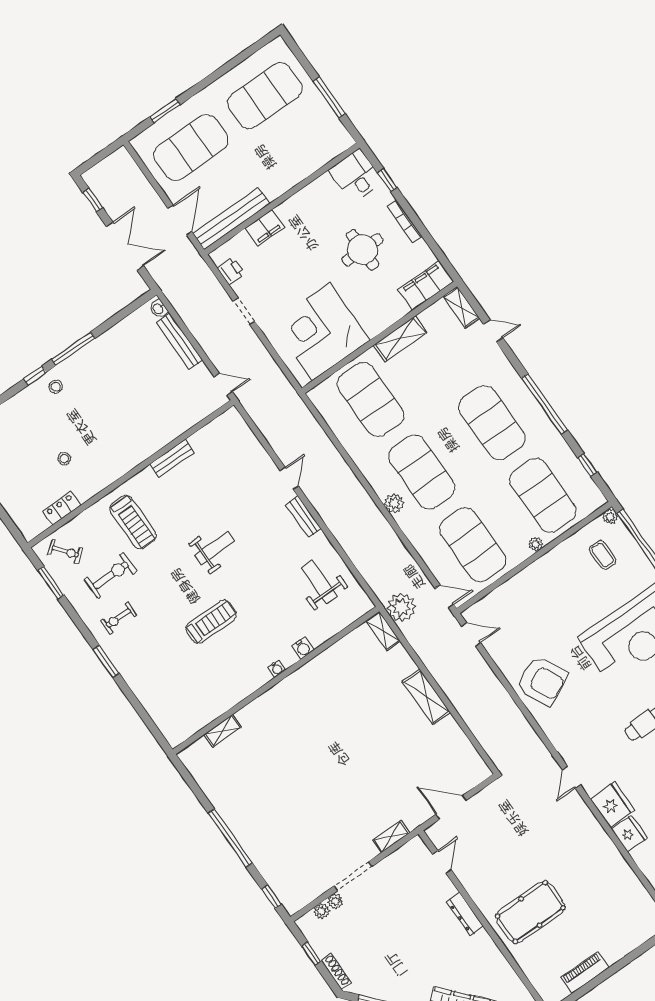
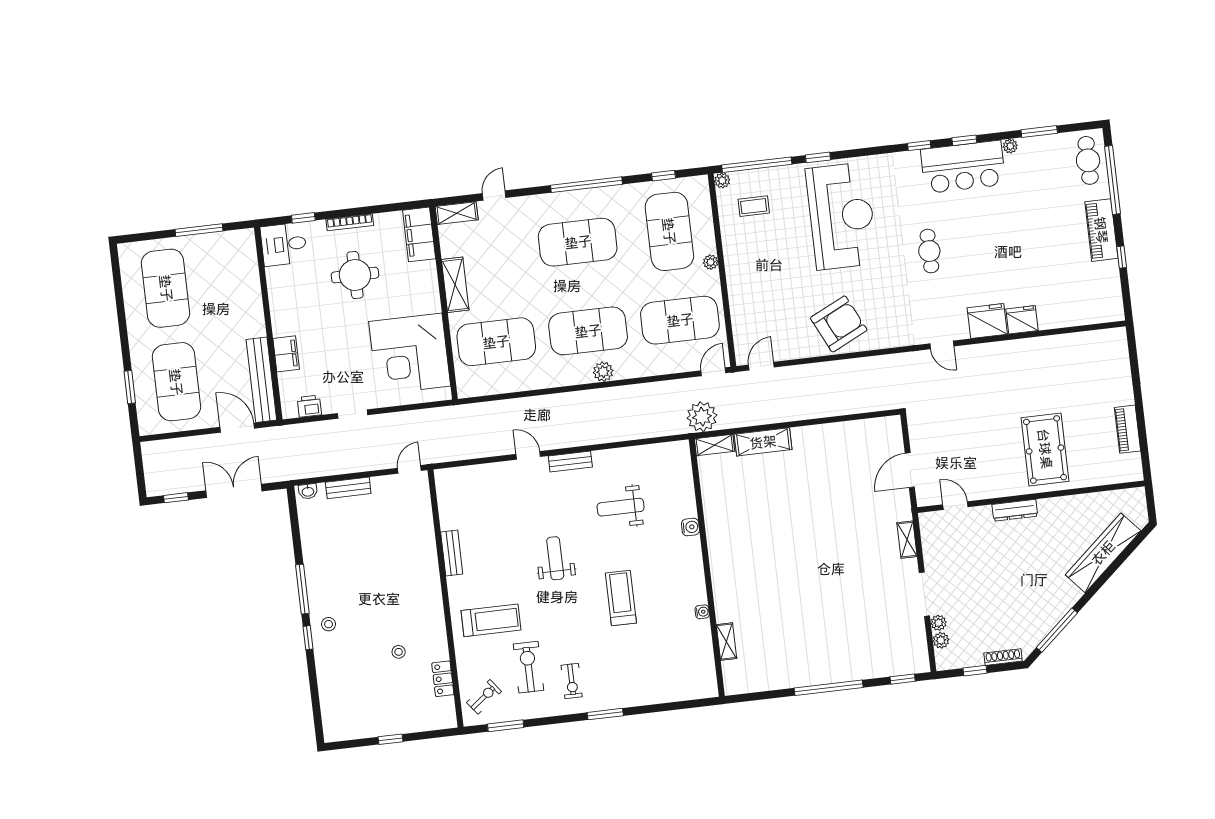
bench: (180, 341) -> (348, 488), width x0.73
exercise mat: (543, 495) -> (669, 231), turned 90
weight bench: (319, 582) -> (621, 507), moved
water cooler: (277, 669) -> (702, 612), moved
shelving: (427, 697) -> (763, 442), moved

